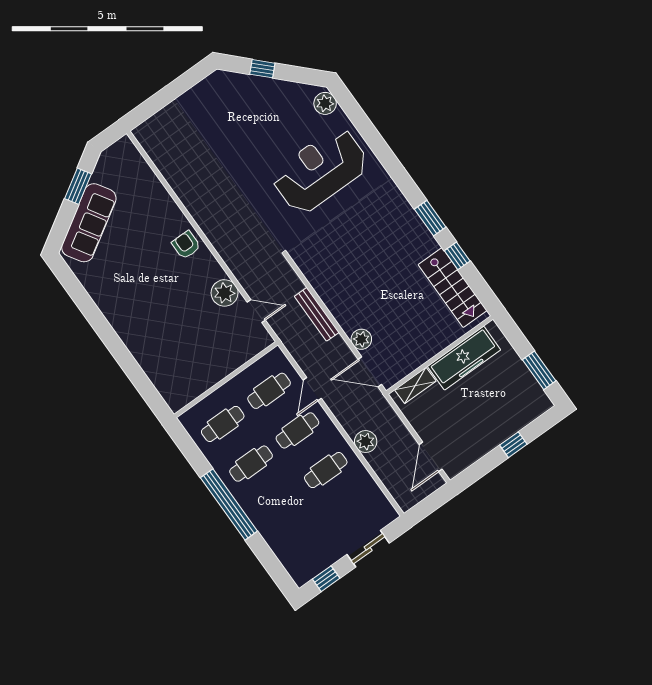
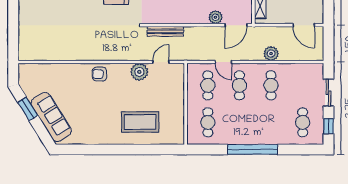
bench: (317, 314) -> (165, 31), moved
coffee table: (162, 339) -> (140, 122), added
cafe table: (251, 464) -> (303, 122), moved

